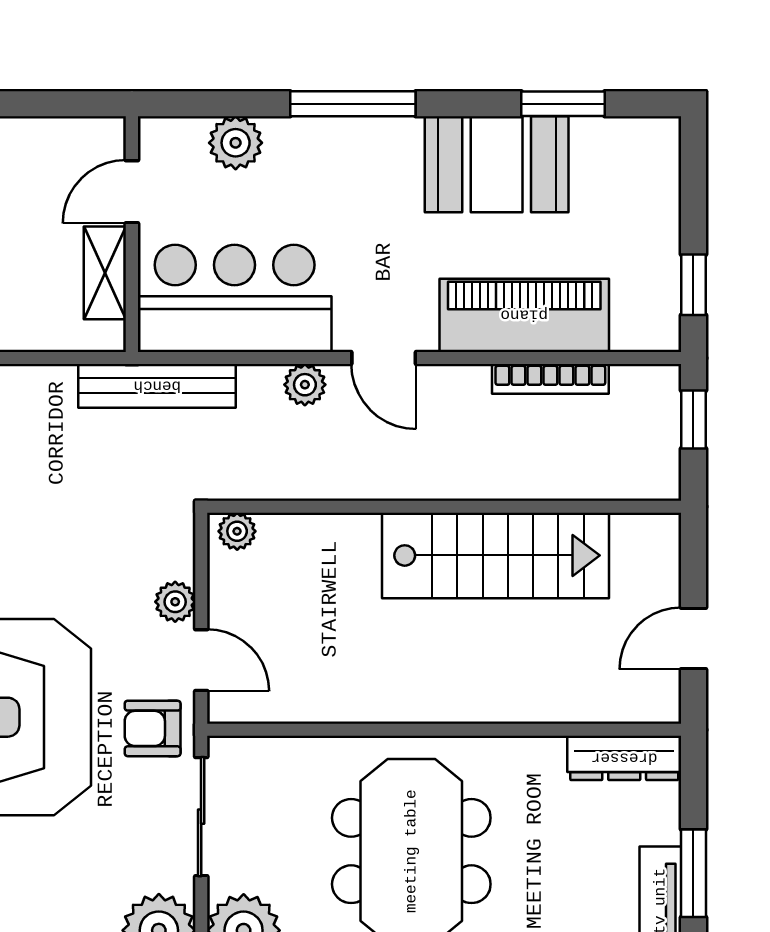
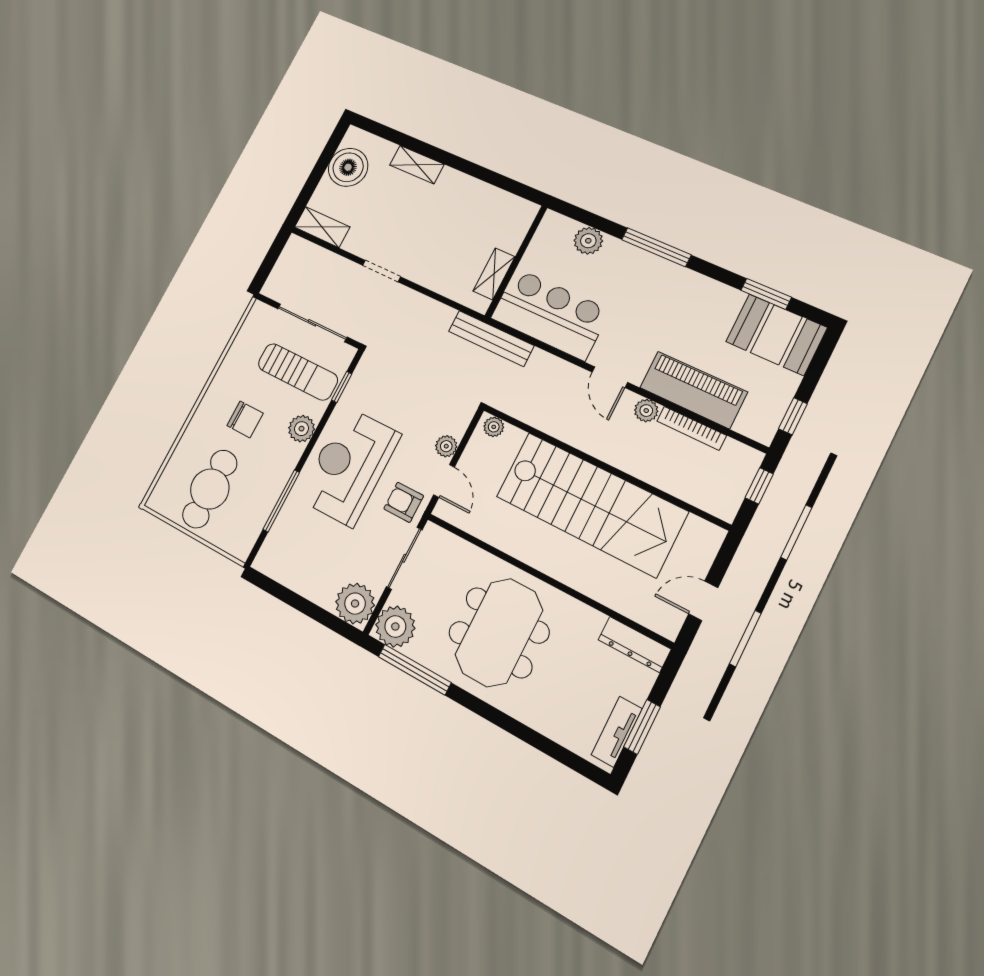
booth: (497, 164) -> (776, 335), moved
door: (132, 192) -> (526, 242), removed
plant: (305, 385) -> (646, 411), moved
stairs: (495, 555) -> (591, 504), width x1.36, depth x1.51

